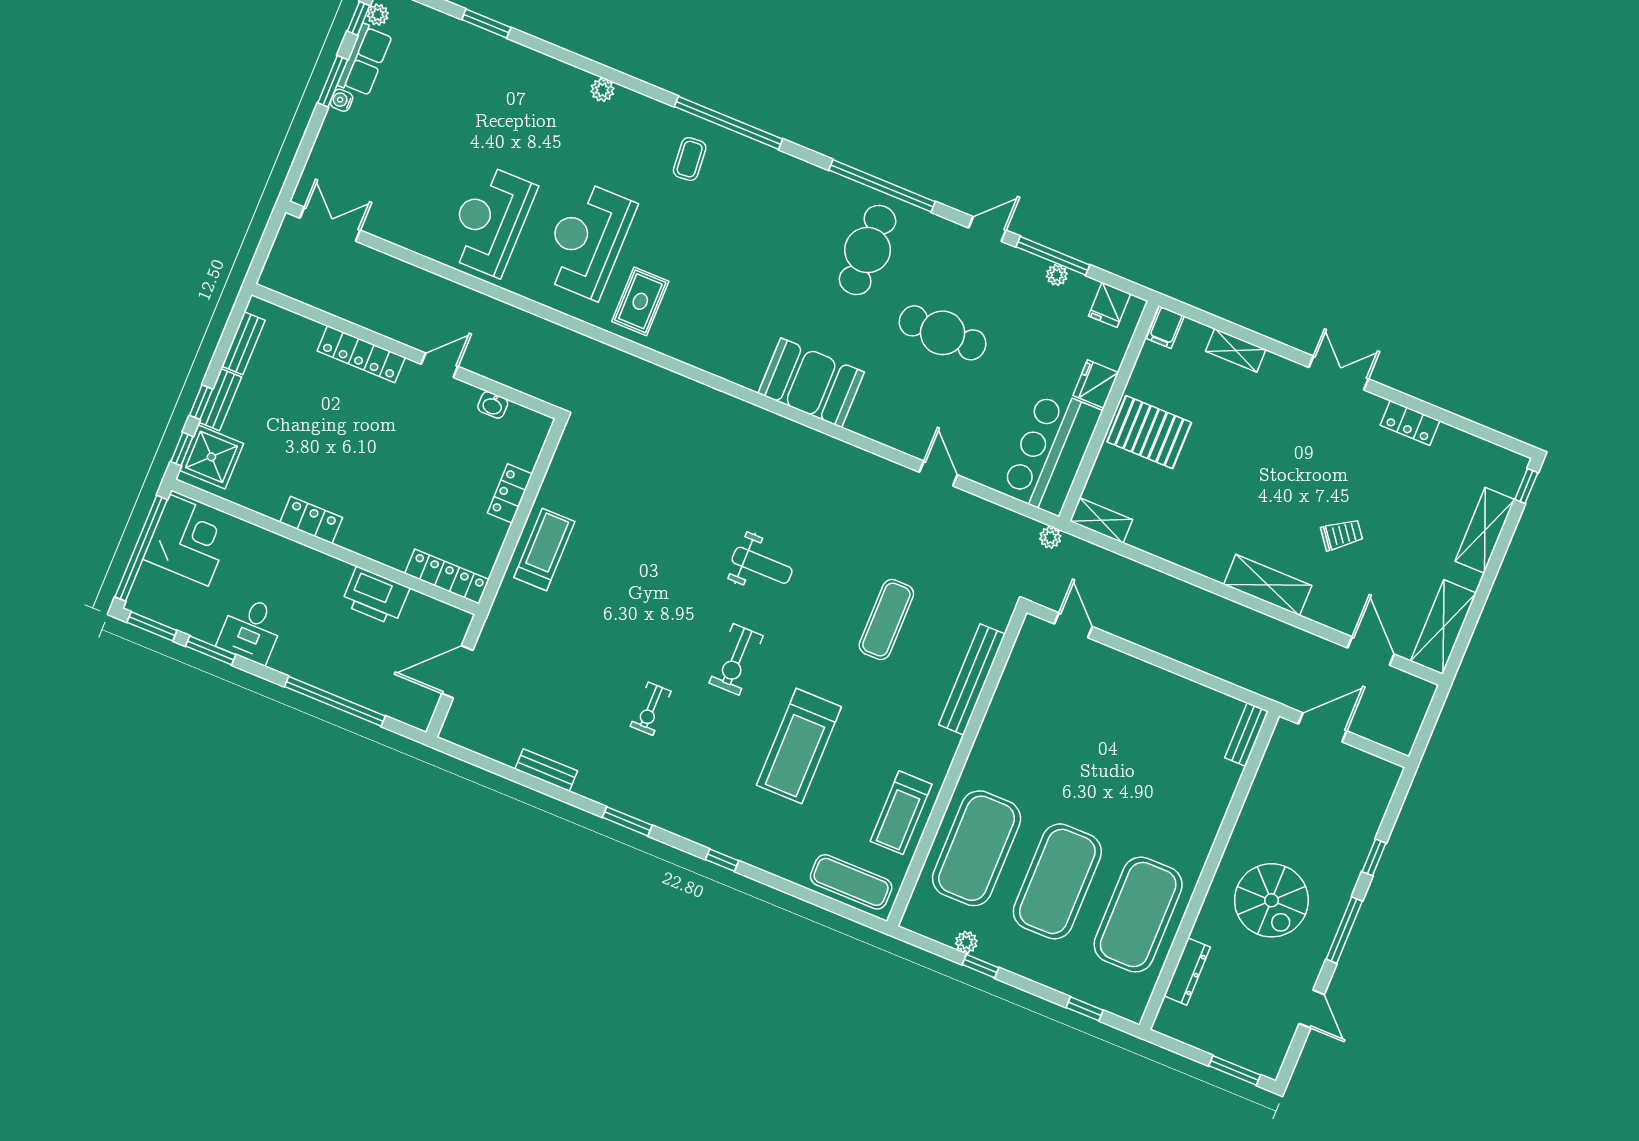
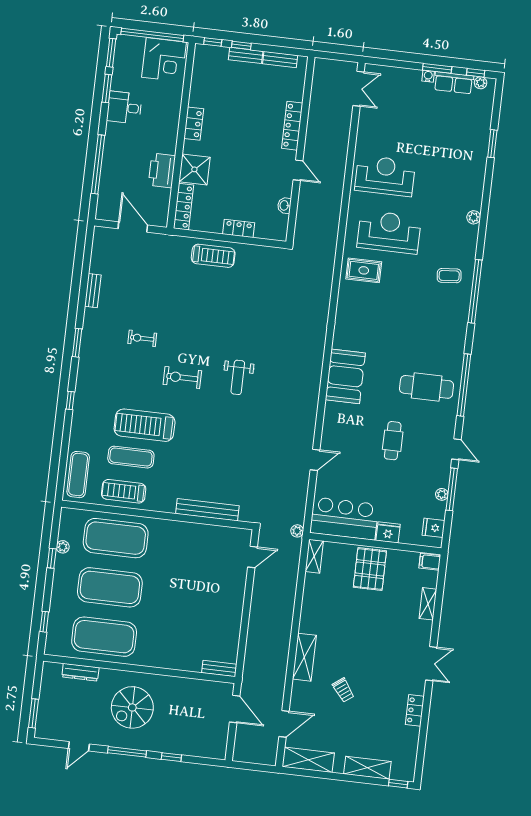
cafe table: (943, 333) -> (393, 441), width x0.73, depth x0.74
shower: (211, 457) -> (194, 169), moved
exercise mat: (886, 620) -> (131, 457), moved

